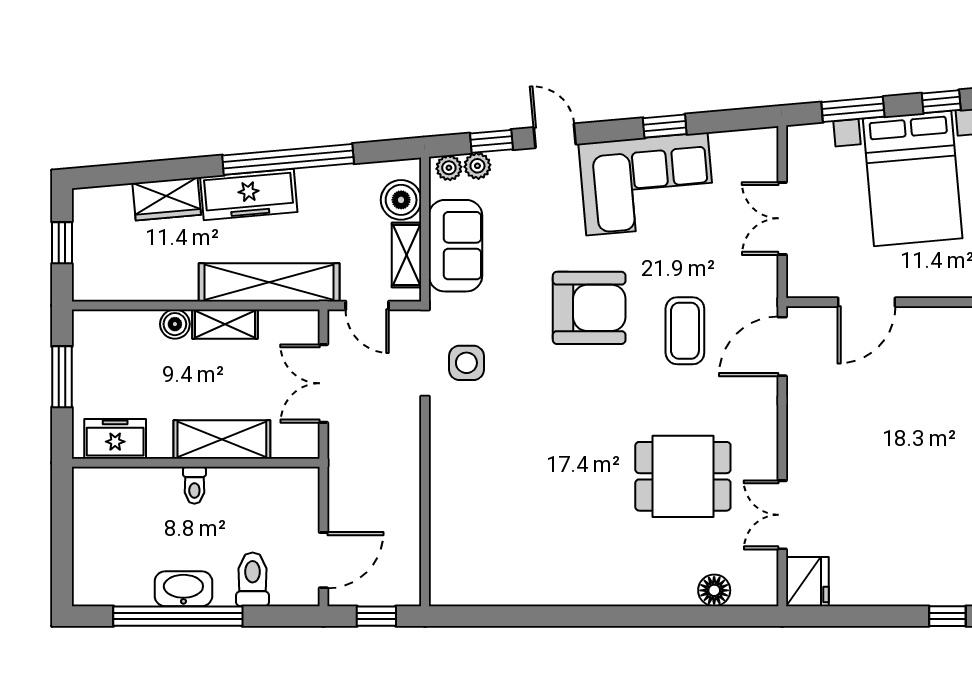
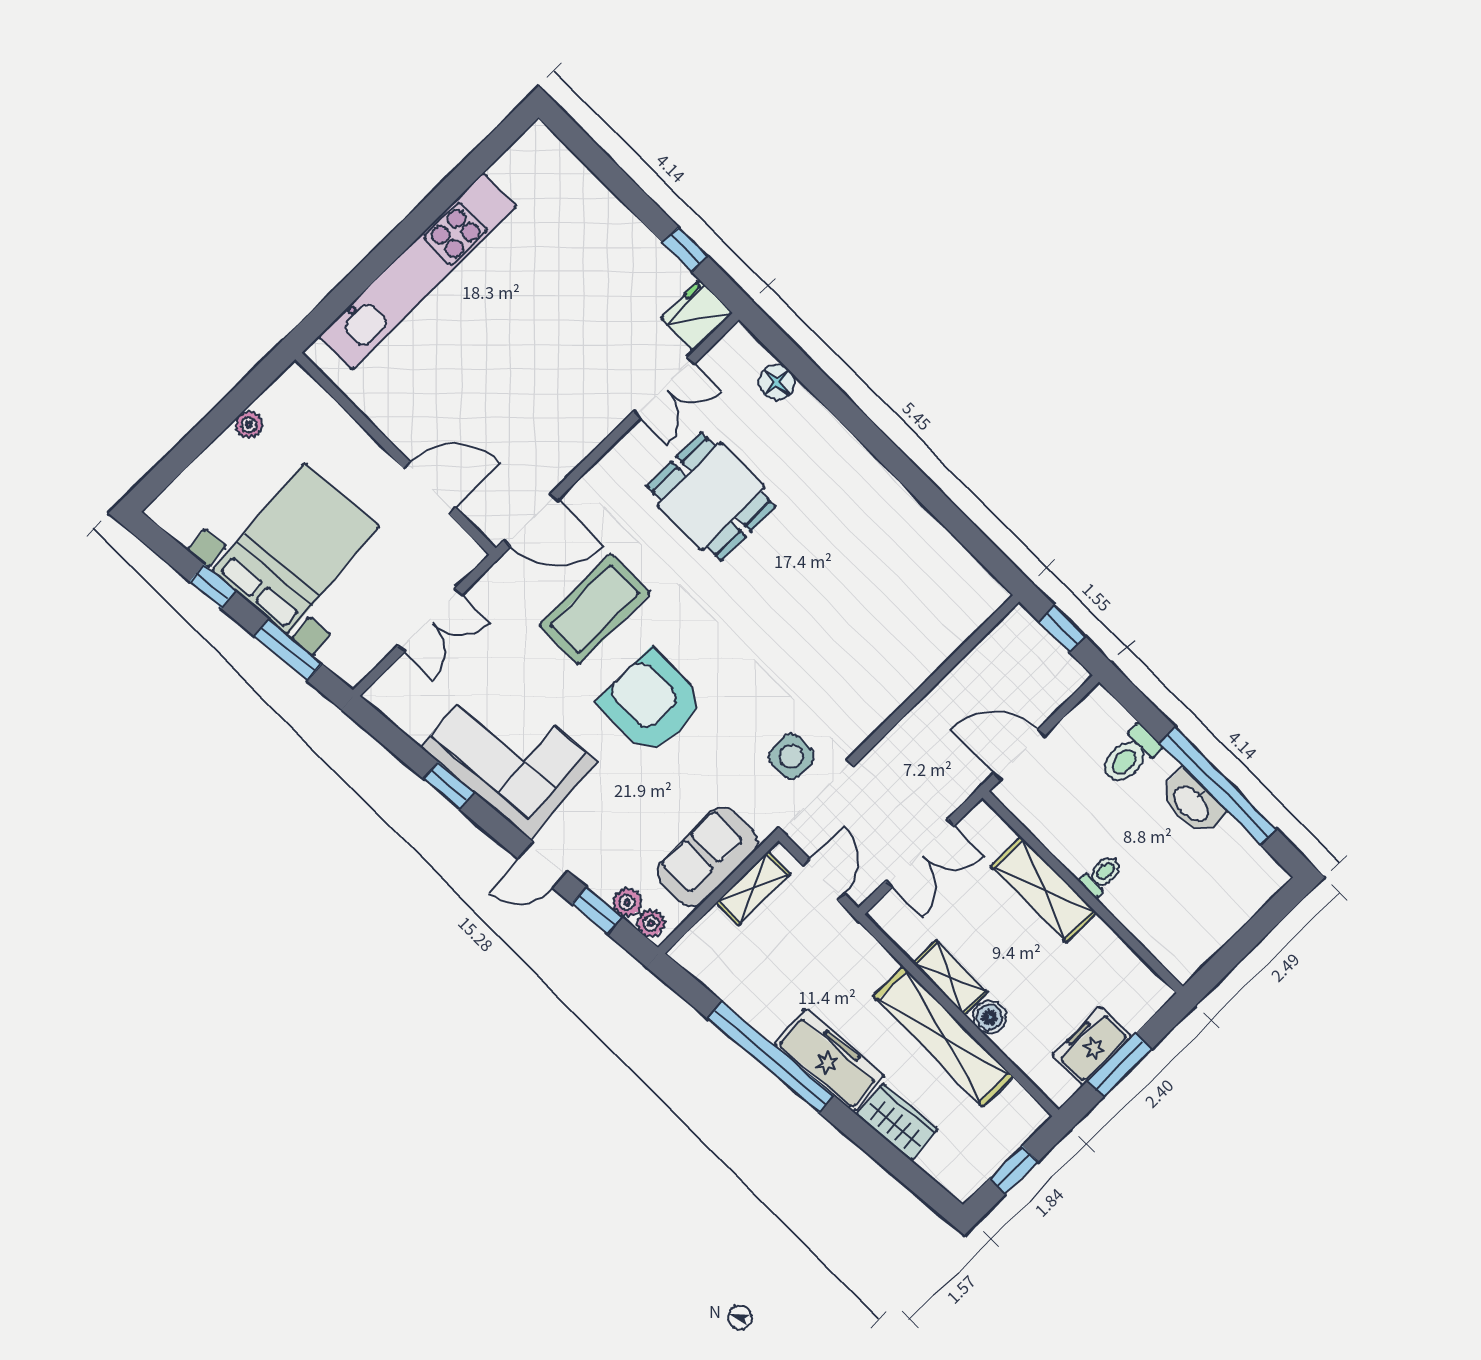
door: (555, 136) -> (543, 865), hinge flipped
boiler: (401, 200) -> (714, 936), removed
shelving: (269, 282) -> (943, 1036), moved
coffee table: (685, 331) -> (595, 609), width x1.36, depth x1.32
freezer: (115, 439) -> (1092, 1046), moved, turned 90
door: (323, 560) -> (1019, 755), moved
window: (947, 616) -> (685, 249), moved

